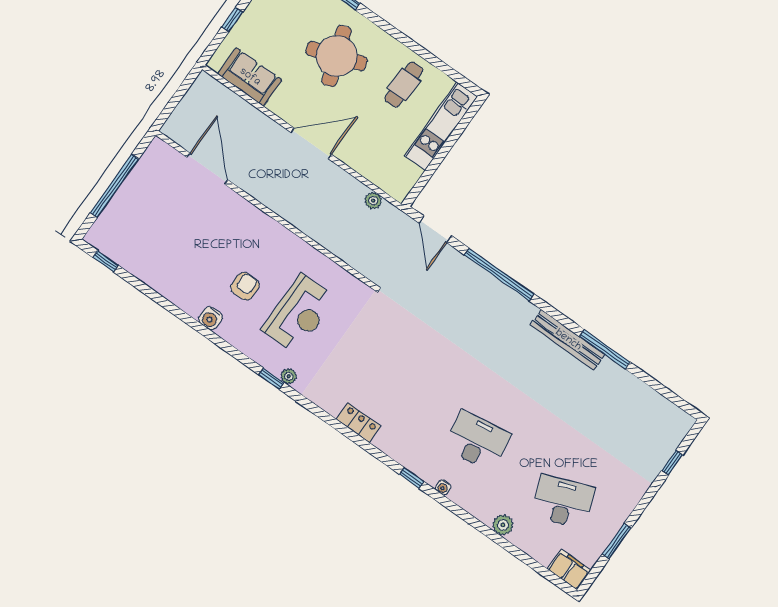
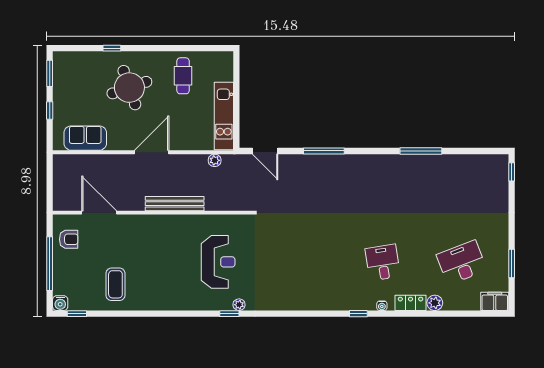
kitchen unit: (441, 126) -> (224, 116), moved
coffee table: (170, 259) -> (115, 284), added
window: (499, 275) -> (324, 151), width x0.68
armchair: (245, 286) -> (69, 239), moved, turned 90
water cooler: (210, 318) -> (60, 303), moved
bench: (568, 340) -> (175, 204), moved
locker: (358, 423) -> (410, 303), moved
desk: (477, 441) -> (383, 263), width x0.73
window: (672, 463) -> (512, 172), moved

